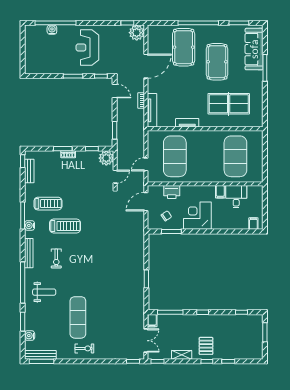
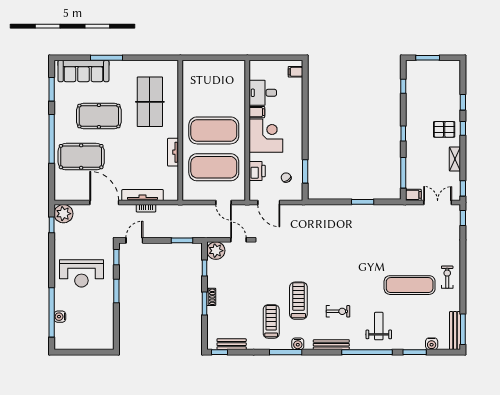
tv unit: (152, 110) -> (143, 195), moved
exercise mat: (235, 156) -> (214, 130), moved
corner desk: (197, 216) -> (266, 136), moved, turned 180

